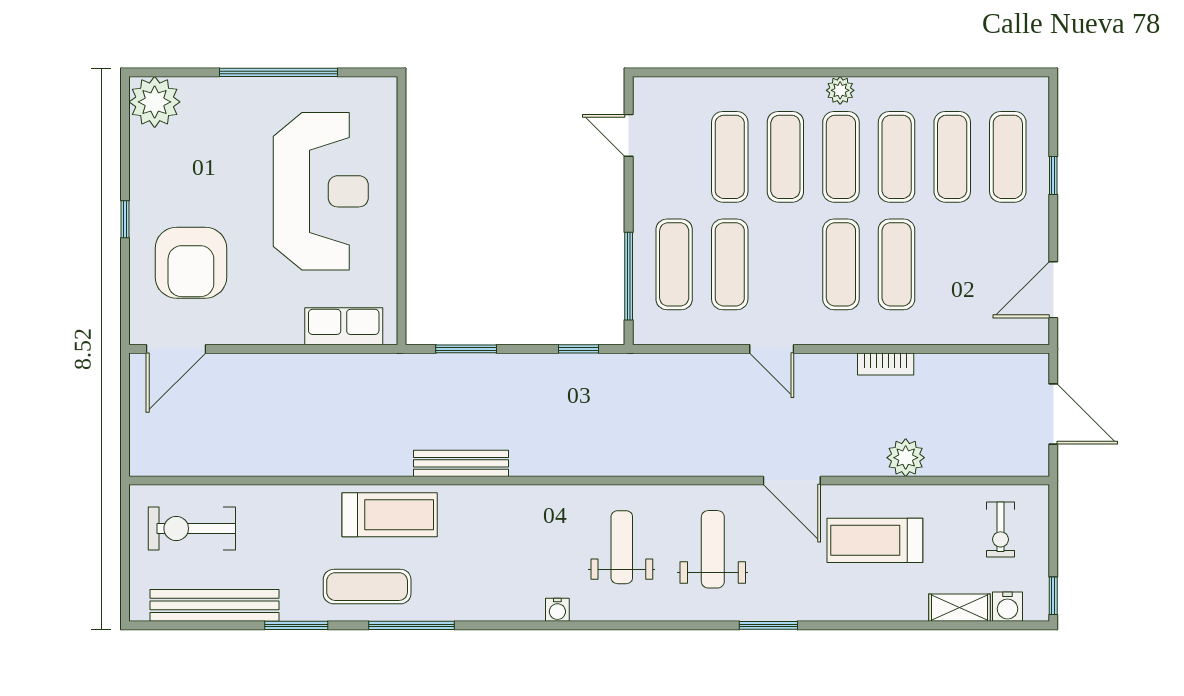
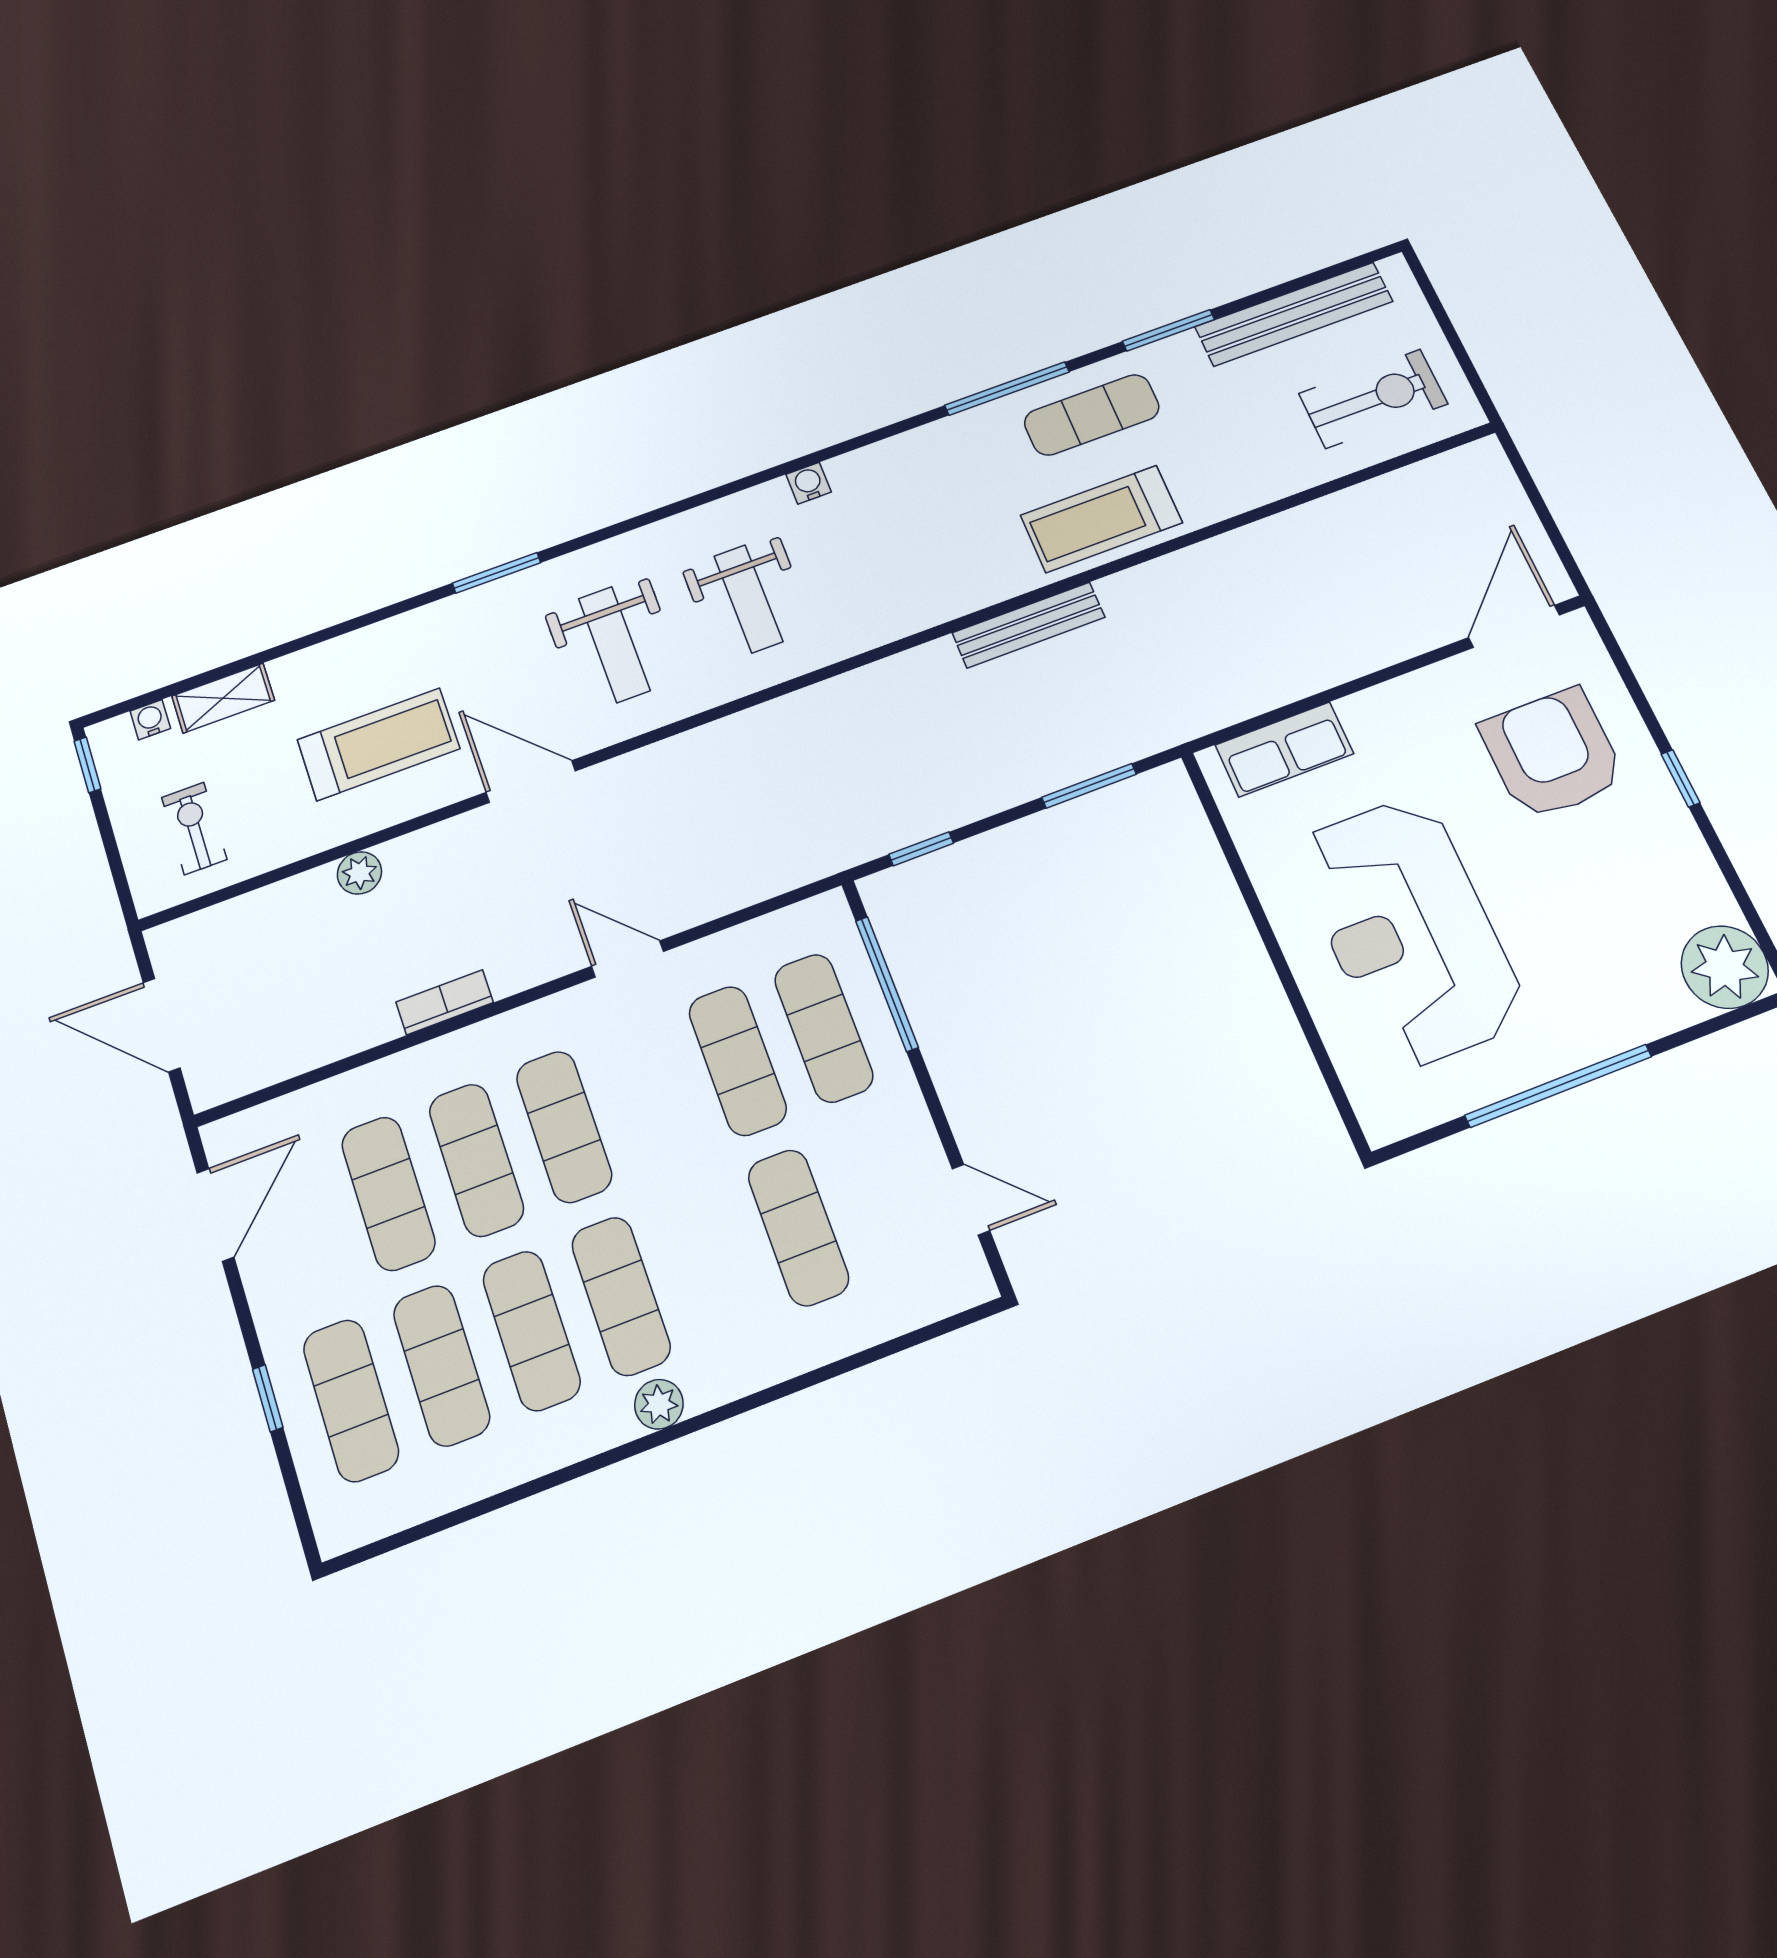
exercise mat: (785, 157) -> (388, 1193), moved
plant: (906, 458) -> (359, 873), width x0.73, depth x0.73
water cooler: (1007, 607) -> (150, 720), width x0.72, depth x0.72

